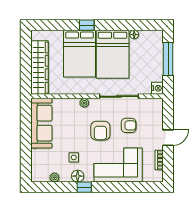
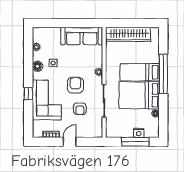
window: (87, 25) -> (163, 74), width x3.17
bed: (79, 54) -> (140, 72), width x0.67
nightstand: (157, 88) -> (139, 133), moved
armchair: (100, 131) -> (75, 85), turned 90
door: (168, 138) -> (70, 142), swing flipped
window: (84, 187) -> (28, 93), moved

